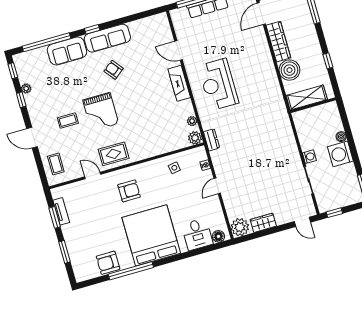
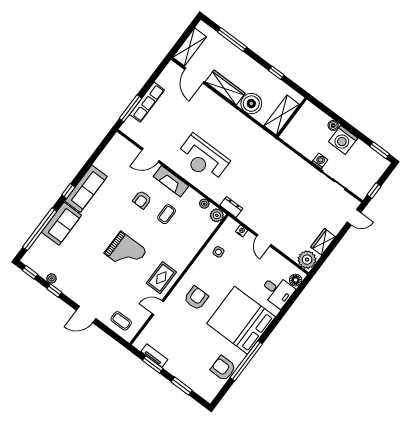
armchair: (114, 70) -> (142, 200), moved, turned -52
coffee table: (68, 121) -> (167, 214), moved
armchair: (108, 263) -> (223, 368), turned 90

